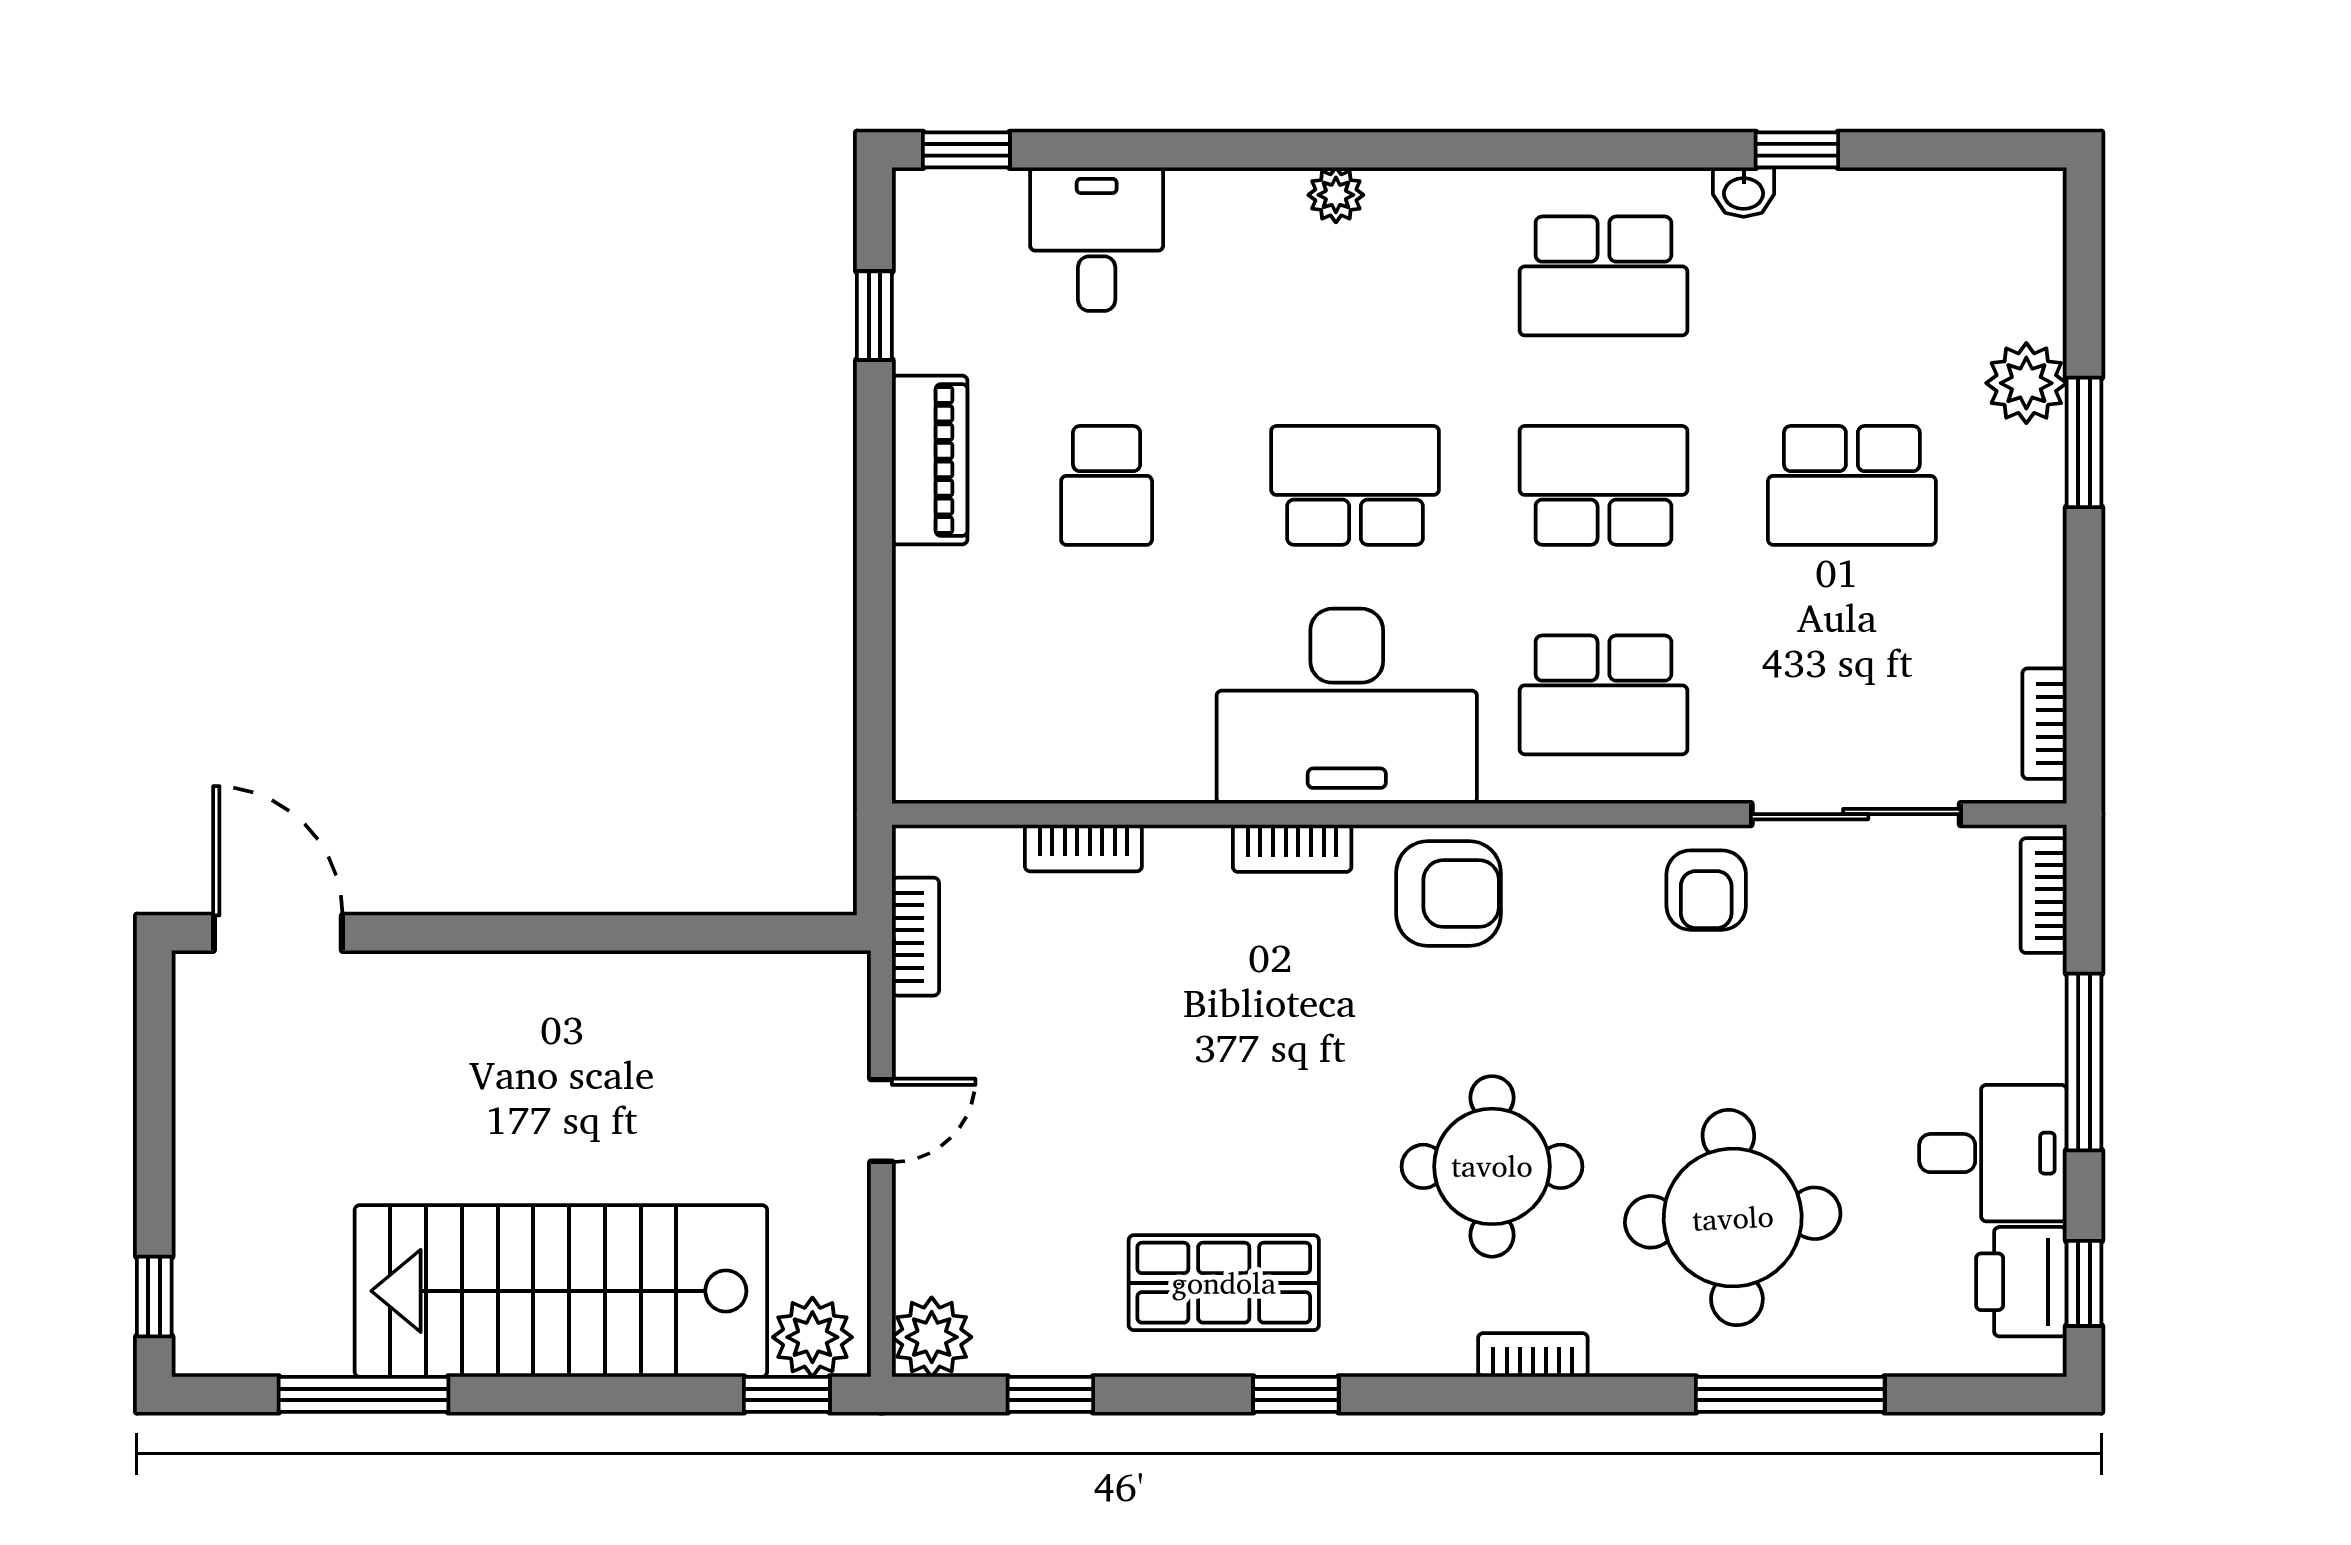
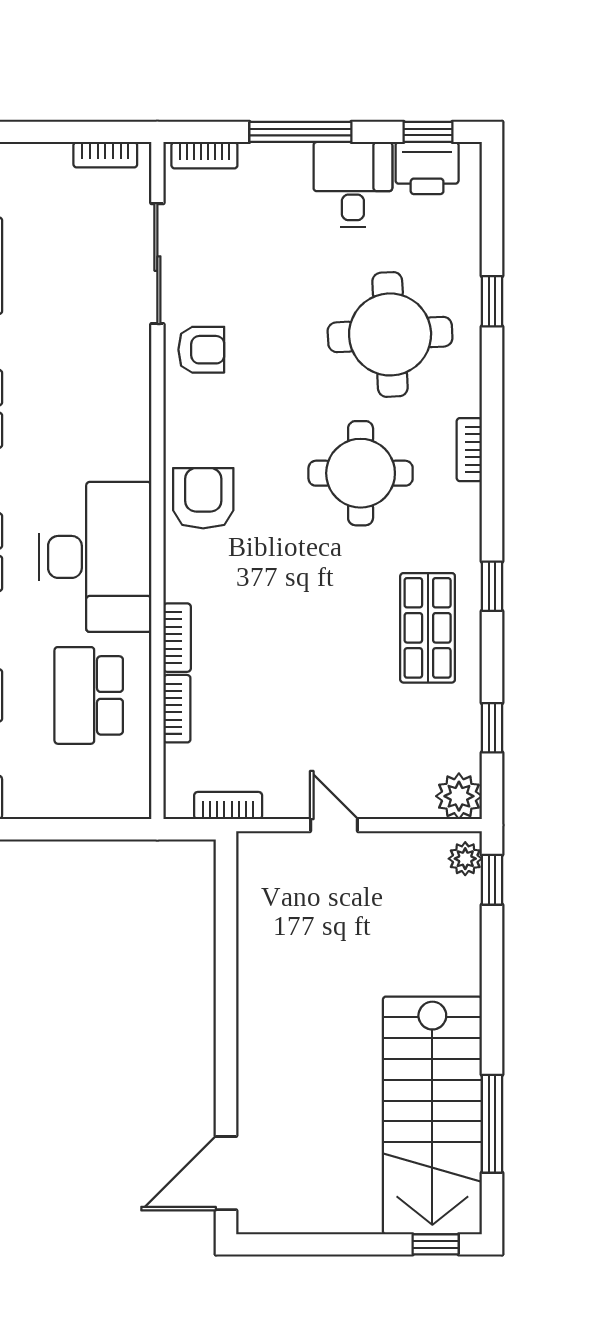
school desk: (1603, 695) -> (89, 695), moved, turned 180
bookcase: (1292, 848) -> (177, 638), moved
stairs: (561, 1291) -> (432, 1115), moved
plant: (812, 1337) -> (465, 859), width x0.73, depth x0.73
window: (1790, 1394) -> (492, 301), width x0.46

